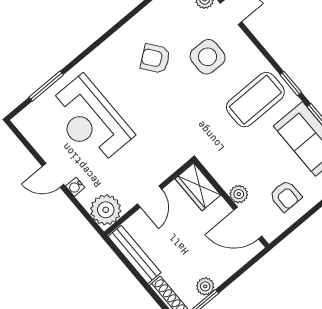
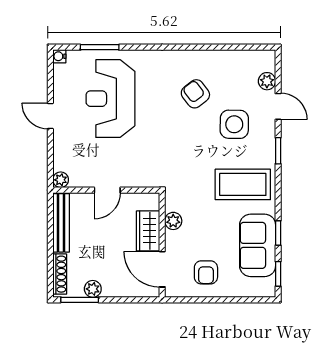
window: (291, 84) -> (278, 151), moved
water cooler: (75, 187) -> (59, 56), moved
wardrobe: (198, 187) -> (148, 231), moved
plant: (239, 194) -> (173, 221), moved
plant: (106, 210) -> (61, 180), width x0.53, depth x0.53

